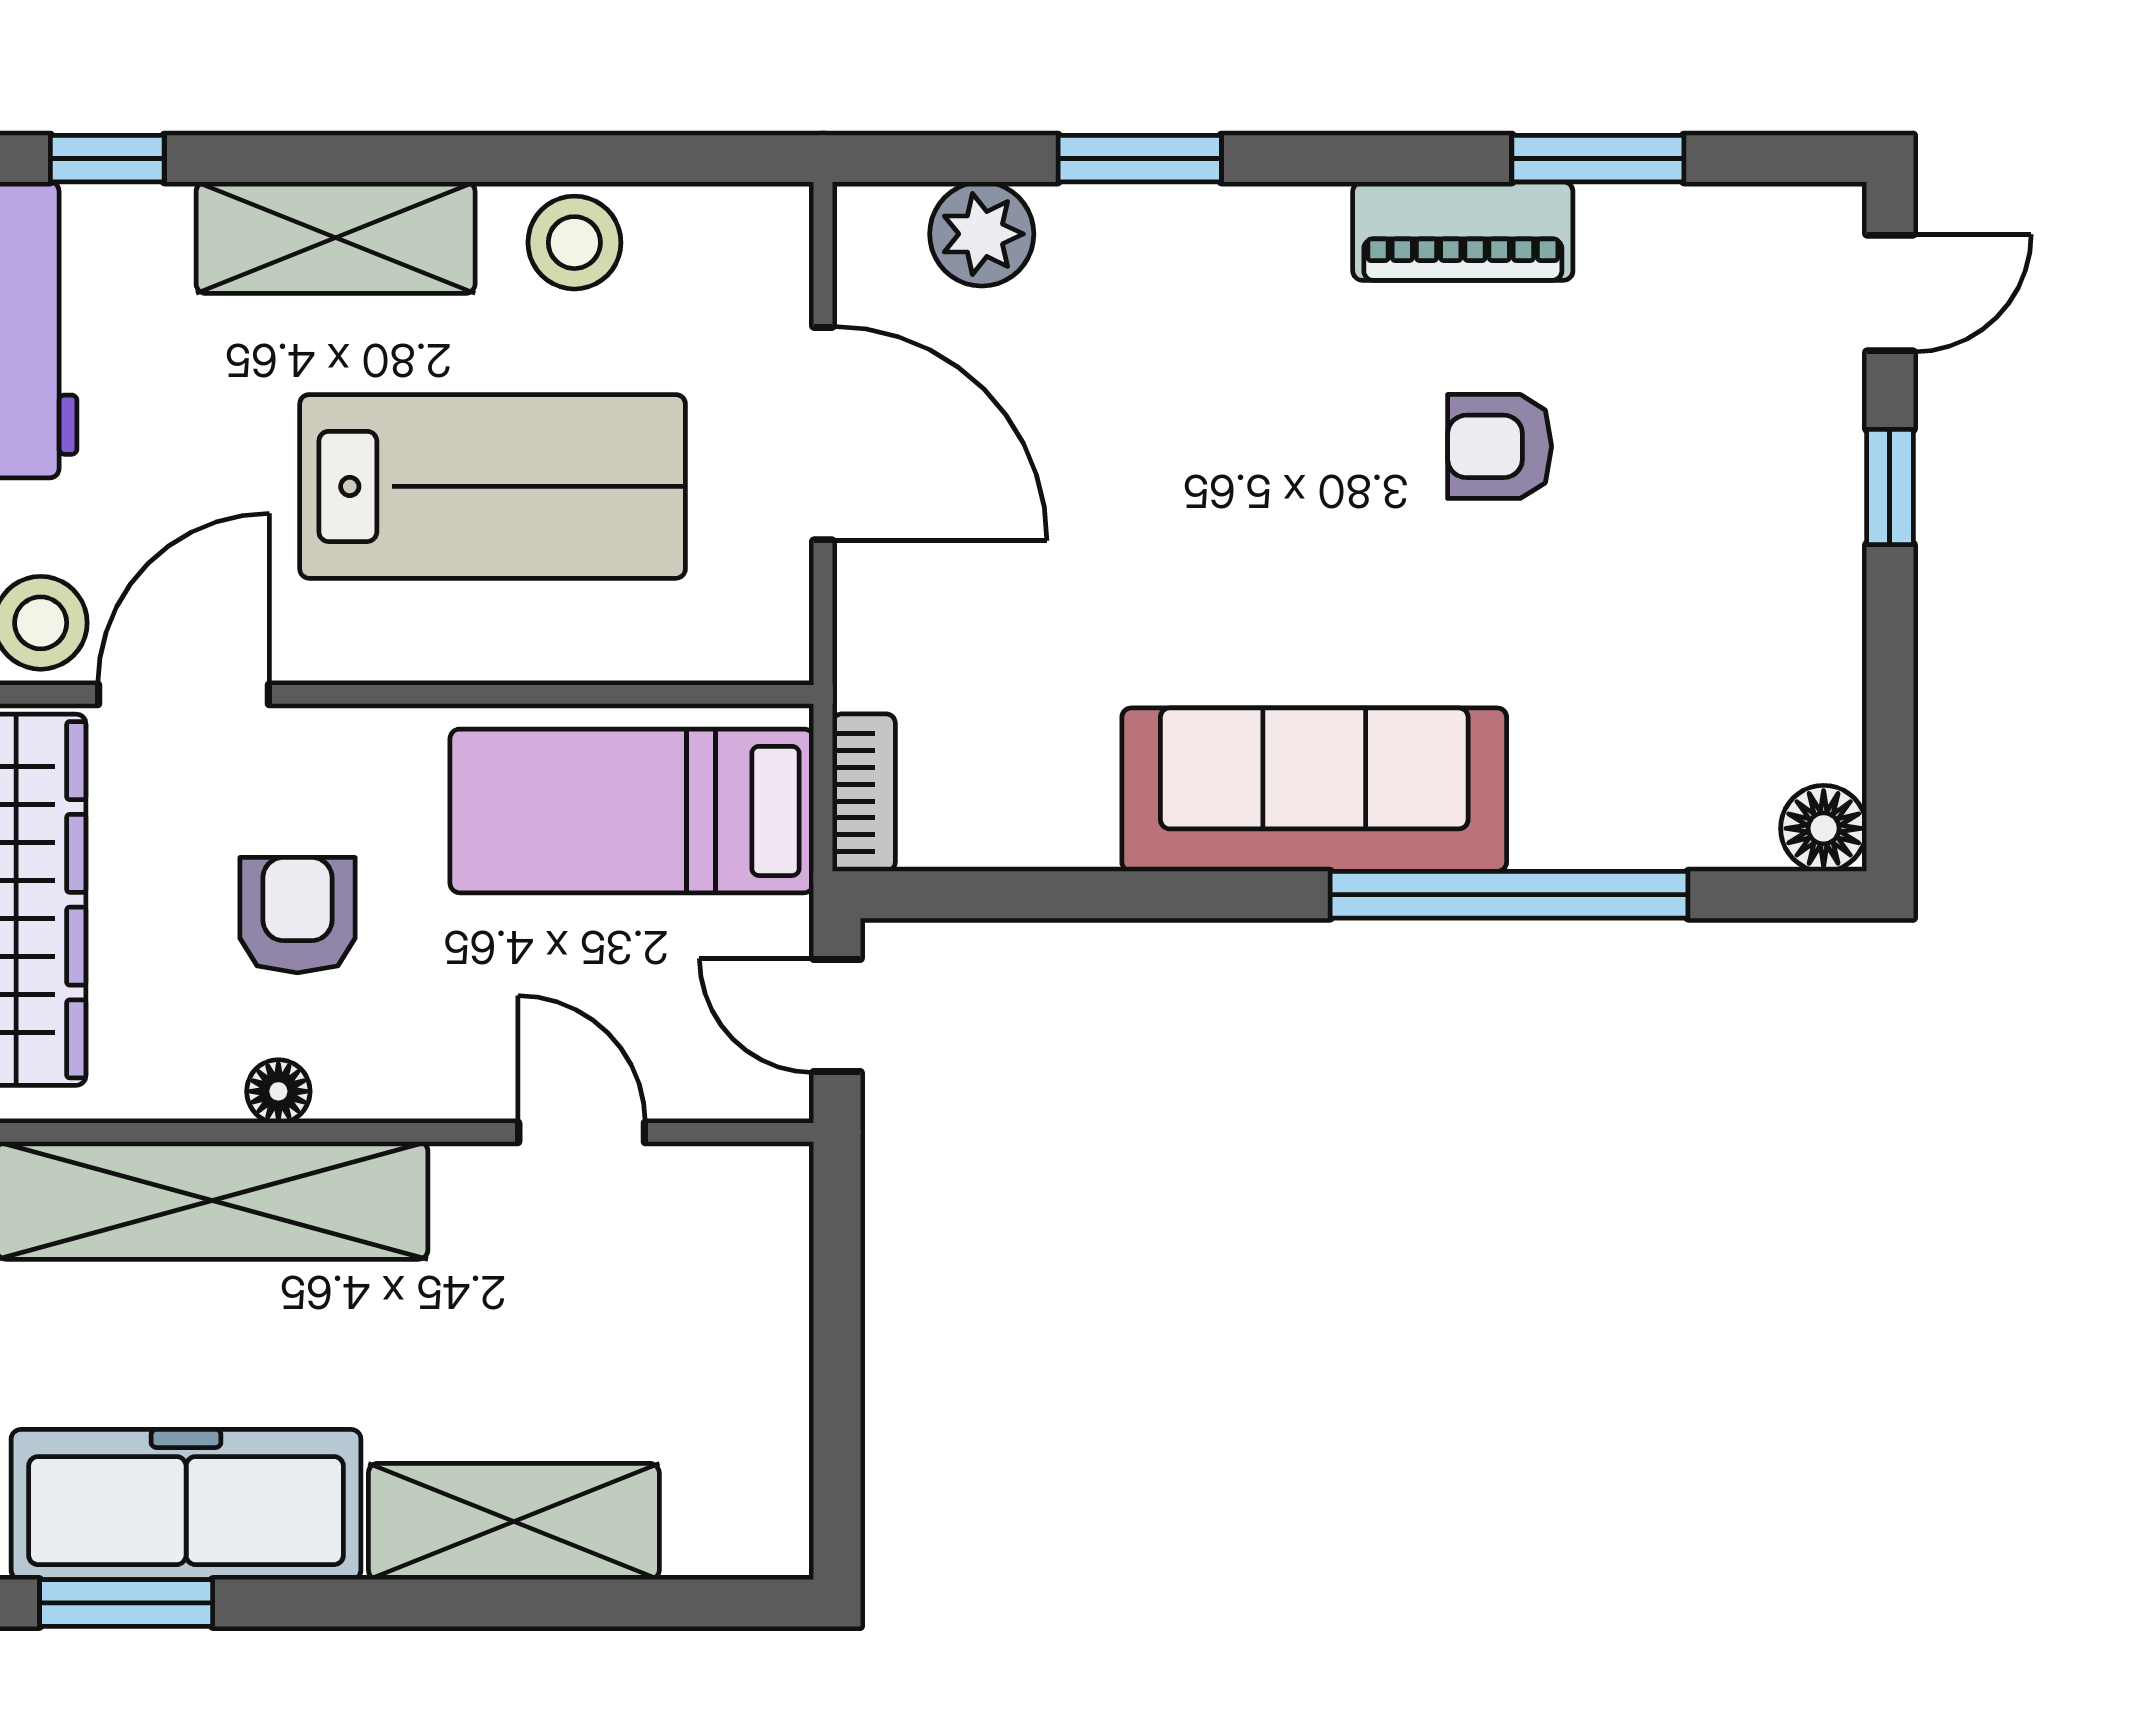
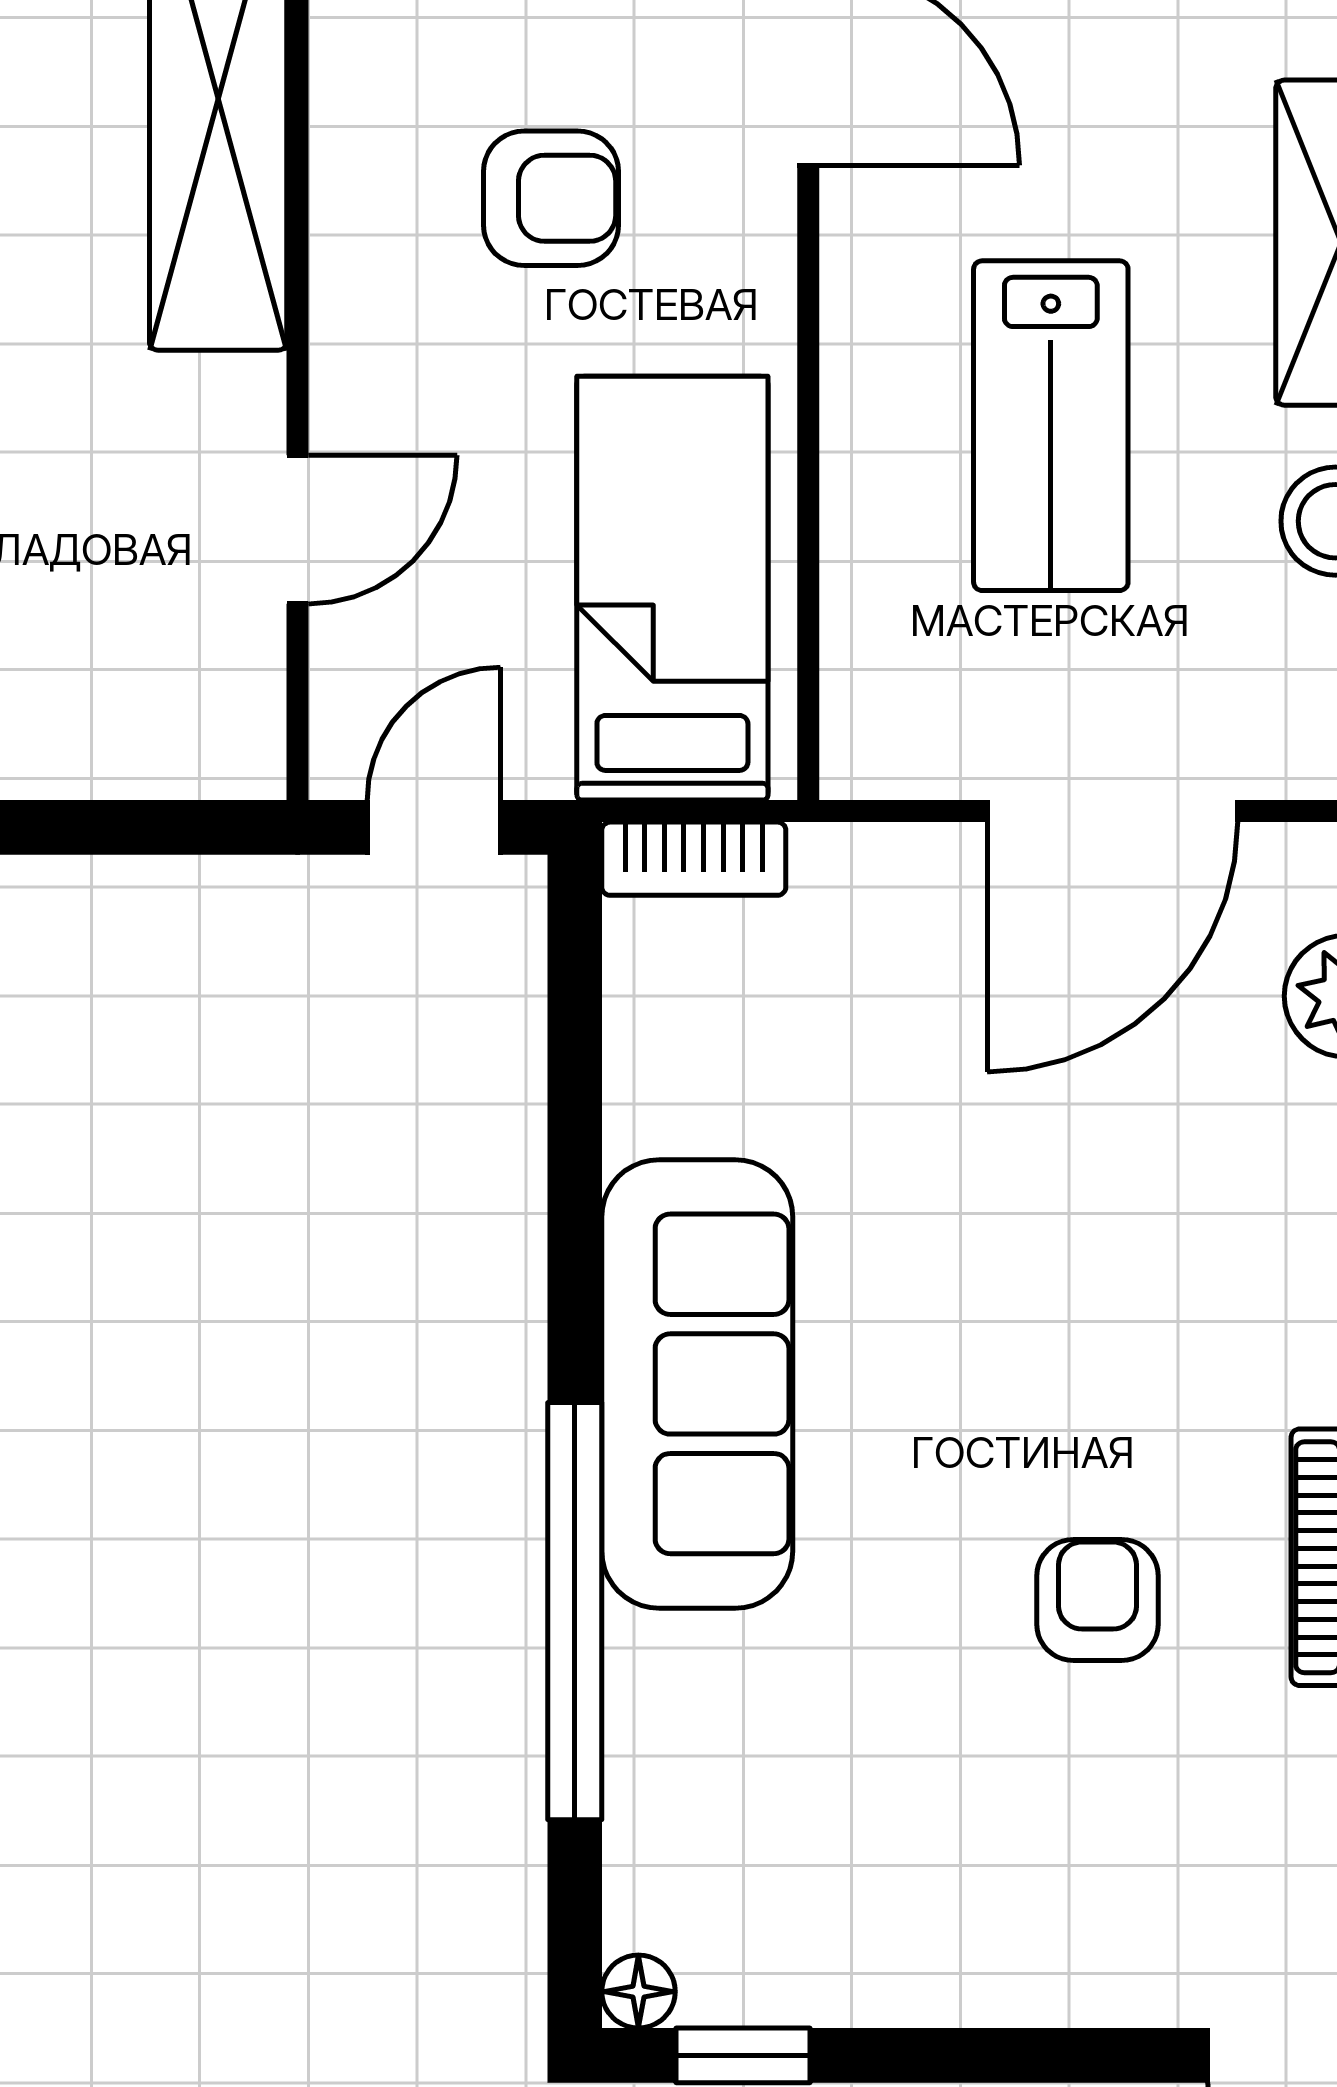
lab bench: (493, 486) -> (1051, 426), width x0.73, depth x0.72
window: (1890, 487) -> (743, 2055), moved
floor lamp: (1824, 828) -> (638, 1992), width x0.73, depth x0.73
floor lamp: (278, 1091) -> (345, 176), removed

